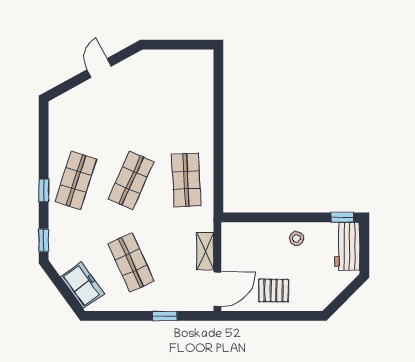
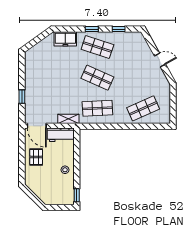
window: (44, 240) -> (119, 29), moved
workbench: (347, 246) -> (61, 135), moved, turned 180
shelving: (205, 251) -> (68, 119), moved
shop shelf: (131, 262) -> (143, 108), moved
freezer: (82, 285) -> (65, 39), moved, turned 36

